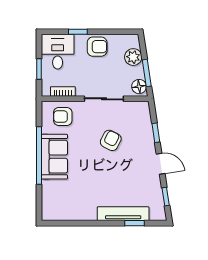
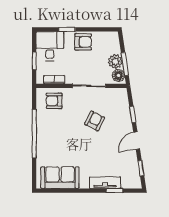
plant: (133, 57) -> (115, 61), moved
sofa: (54, 157) -> (60, 178), moved, turned -90
door: (161, 164) -> (137, 141), swing flipped
tv unit: (123, 214) -> (105, 183), width x0.71

